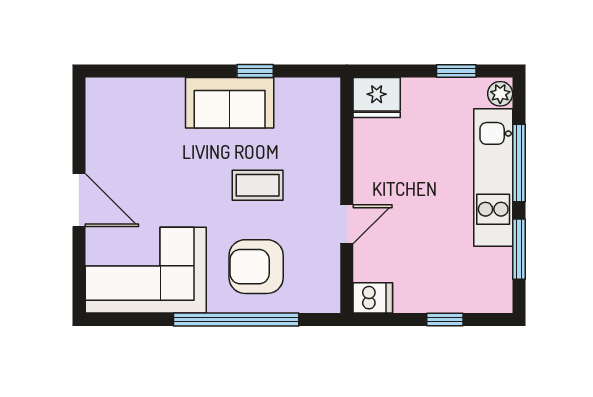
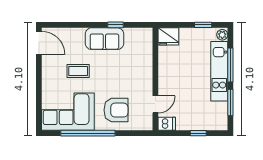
coffee table: (258, 185) -> (78, 71), moved
door: (79, 200) -> (39, 43), moved
door: (347, 224) -> (155, 104), moved
armchair: (256, 267) -> (116, 110), turned 180
window: (236, 320) -> (88, 133), moved

